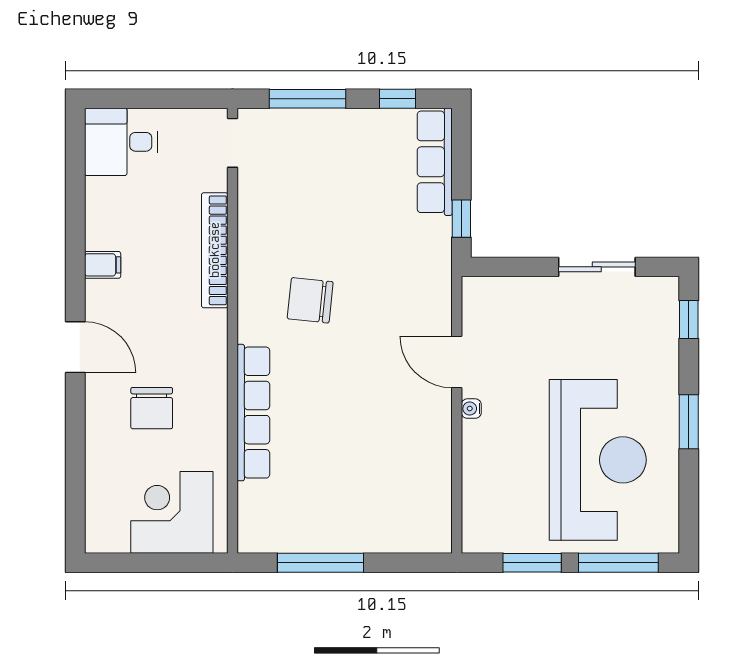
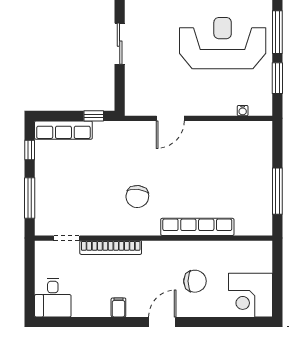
doorway: (232, 143) -> (67, 238), moved
water cooler: (471, 409) -> (243, 111), moved
corner desk: (172, 512) -> (251, 295), moved

